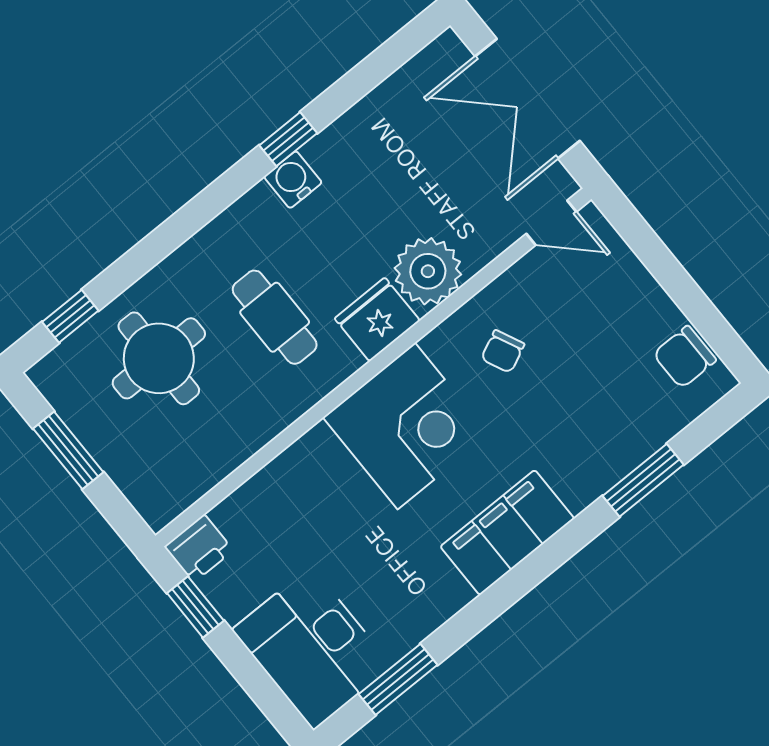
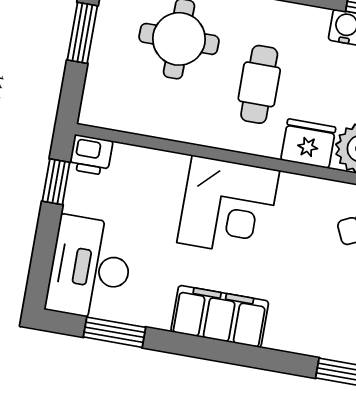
corner desk: (406, 426) -> (228, 206), moved
filing cabinet: (507, 533) -> (220, 316), moved

